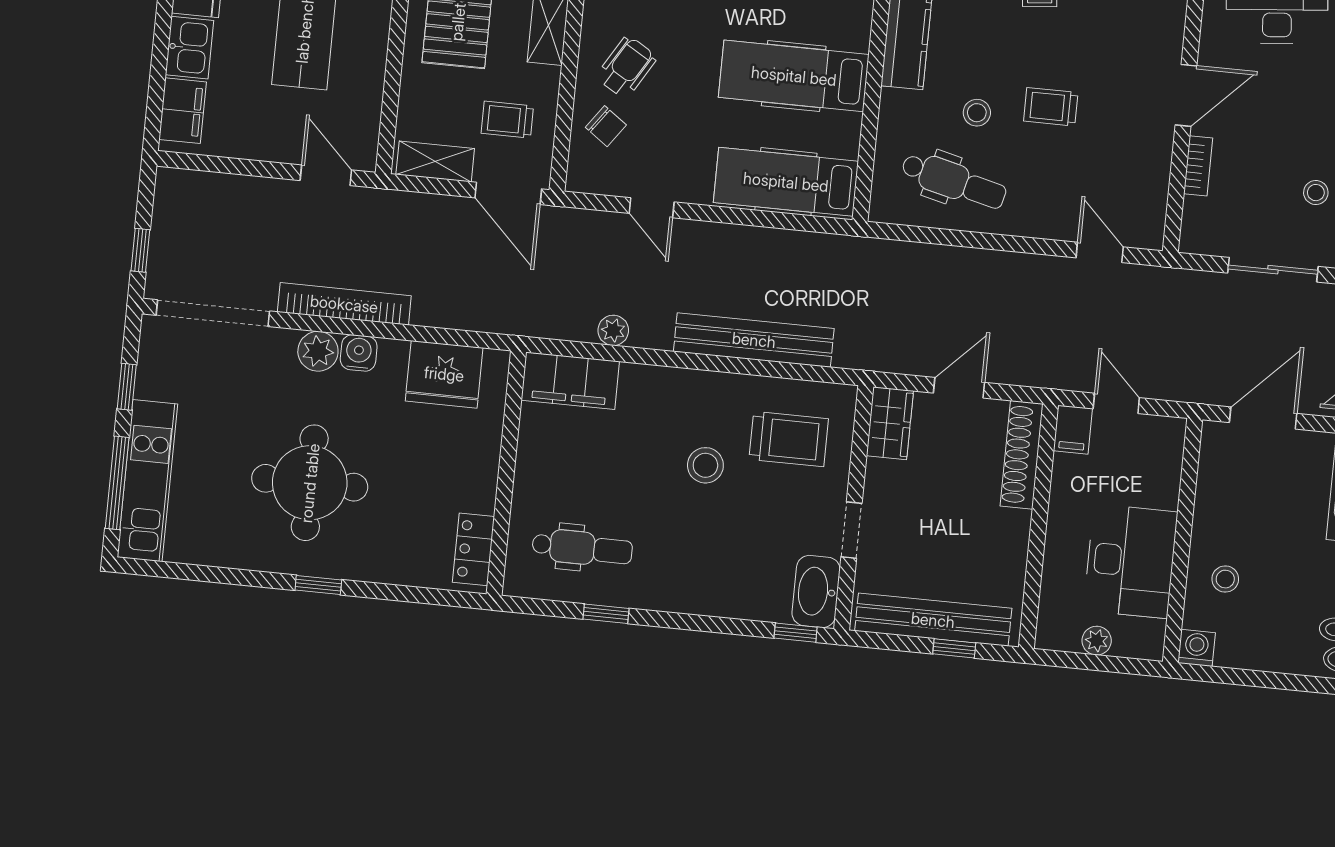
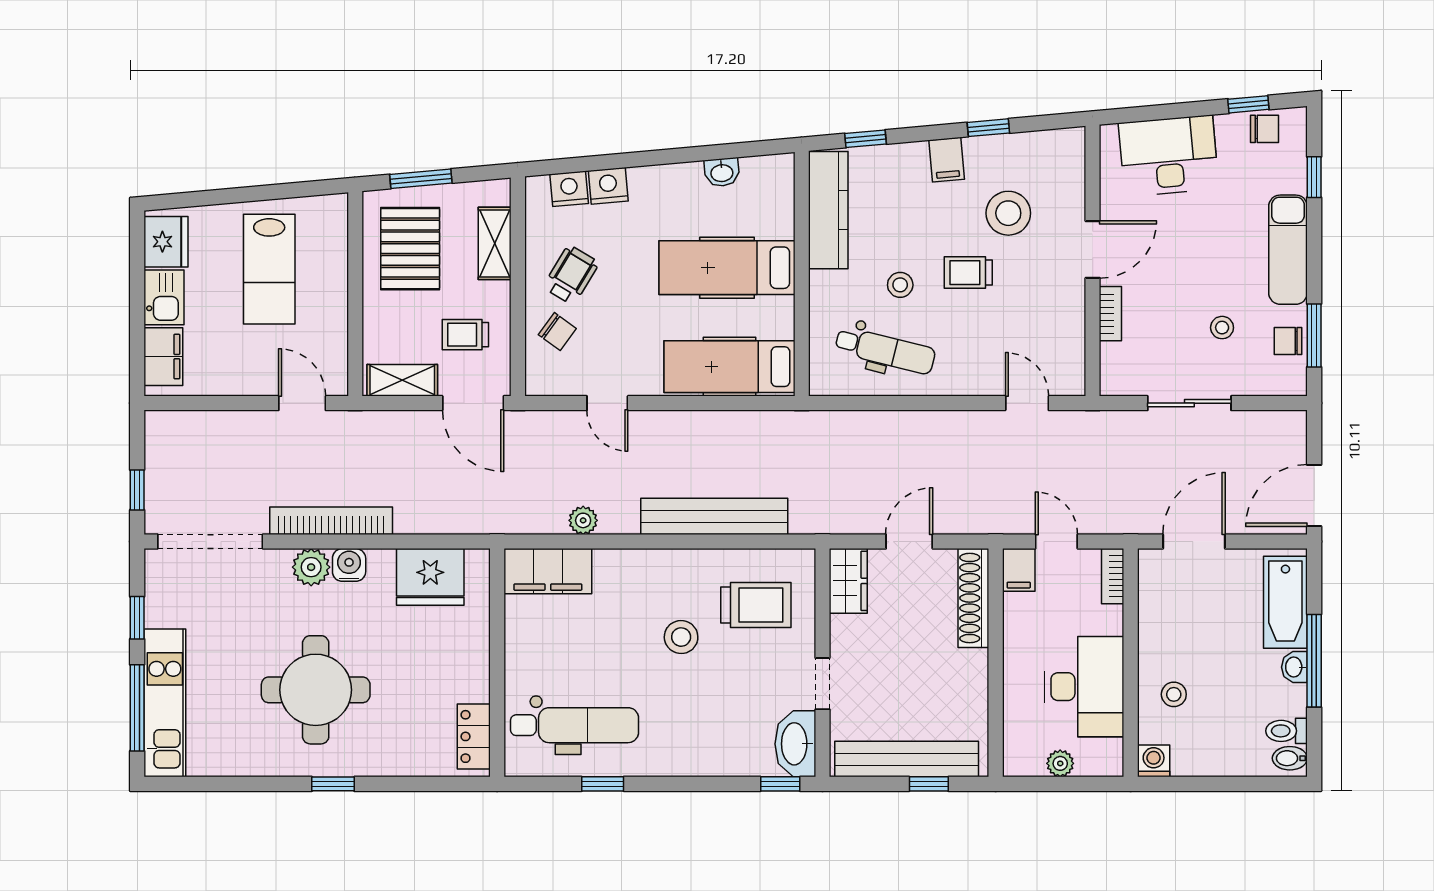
stool: (1100, 48) -> (1008, 213), added
bookcase: (1173, 446) -> (1113, 576), added
dental chair: (582, 548) -> (574, 725), width x1.36, depth x1.38

